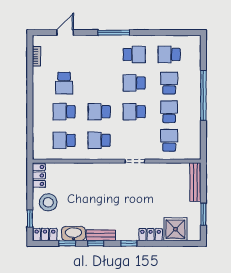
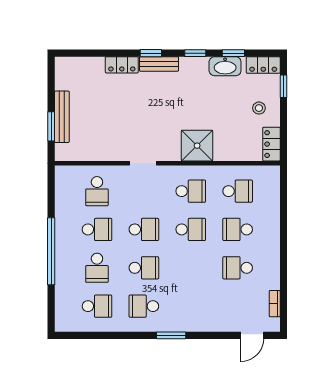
door: (65, 33) -> (252, 335), moved
window: (114, 33) -> (171, 335), width x0.69
school desk: (64, 83) -> (238, 268), turned -90
school desk: (64, 112) -> (238, 229), turned 180
school desk: (169, 112) -> (97, 229), turned -90
bench: (195, 182) -> (62, 117), moved
stool: (48, 202) -> (259, 108), width x0.53, depth x0.53
window: (203, 214) -> (51, 126), moved
shower: (175, 229) -> (197, 146), moved
bench: (101, 235) -> (159, 64), moved

